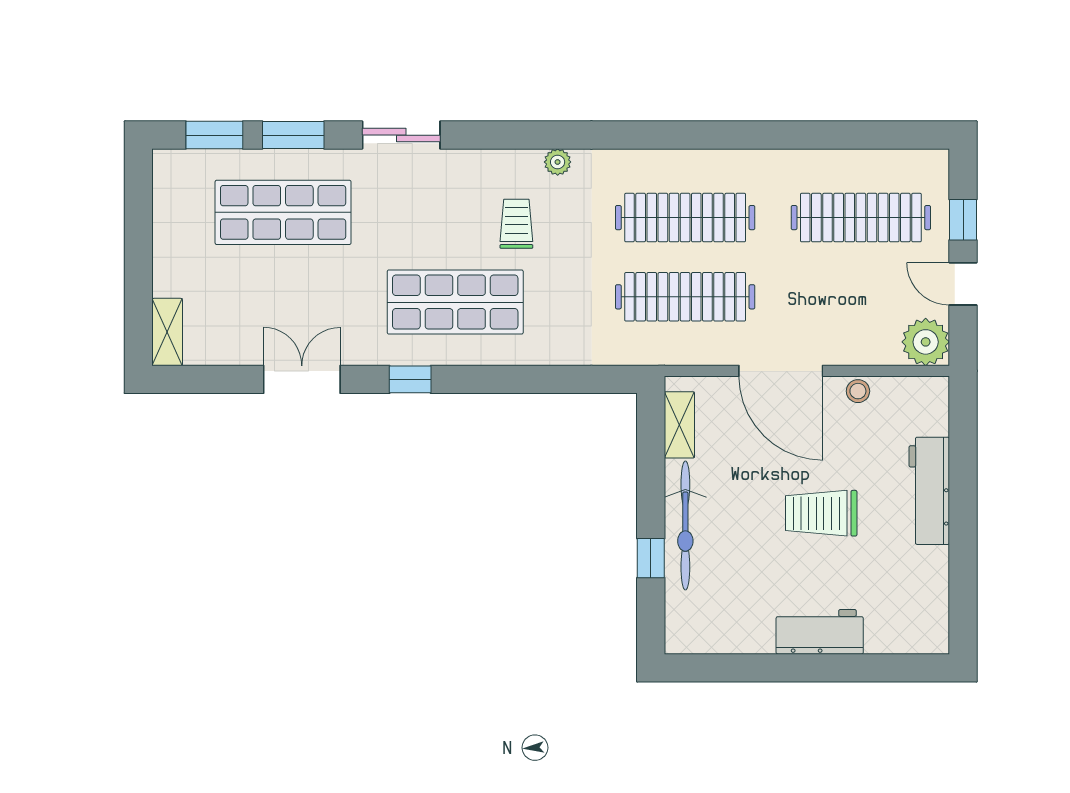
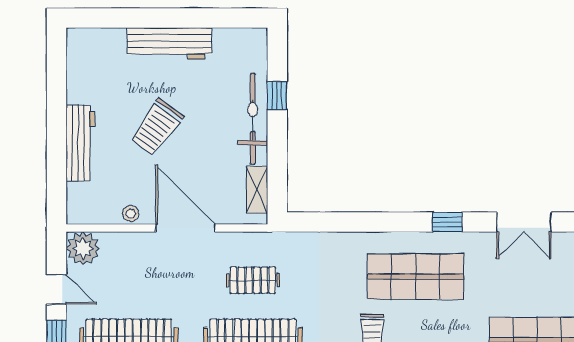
clothes rail: (685, 297) -> (253, 280), width x0.54, depth x0.76
trolley: (821, 513) -> (157, 127), turned 126
workbench: (820, 632) -> (169, 43), width x1.38

